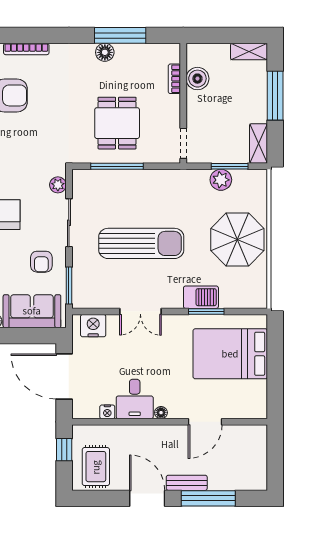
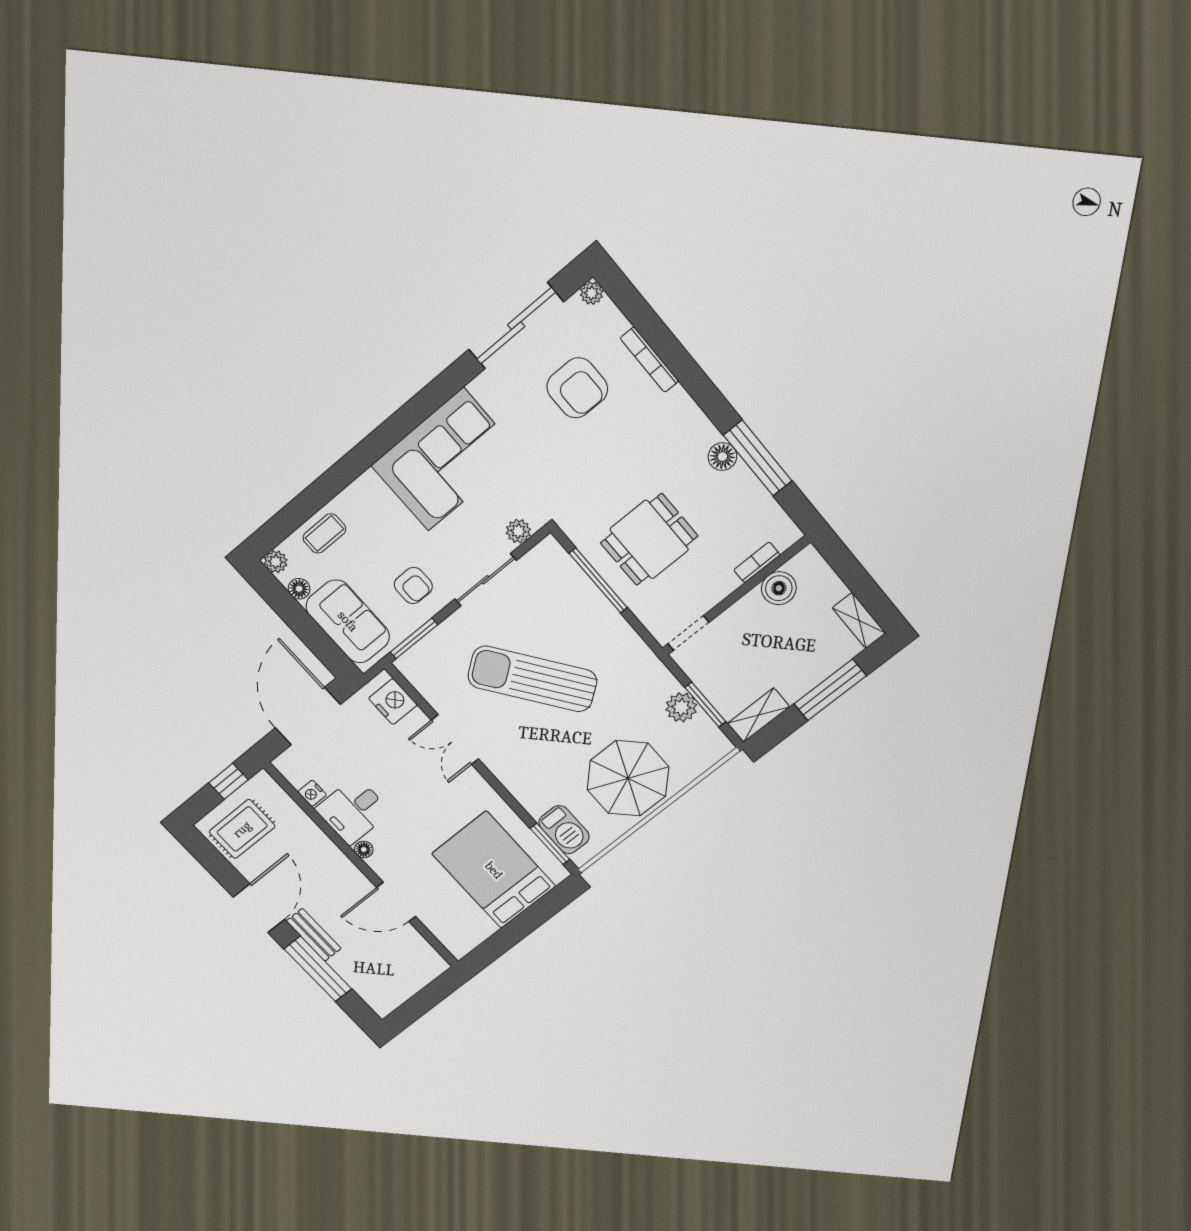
sun lounger: (141, 243) -> (532, 679), turned 144
armchair: (41, 262) -> (413, 586), turned -90
barbecue: (201, 297) -> (564, 830), moved
window: (206, 311) -> (550, 844), moved

